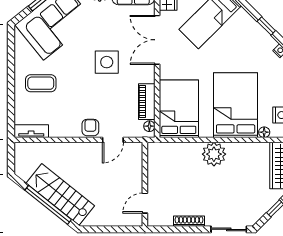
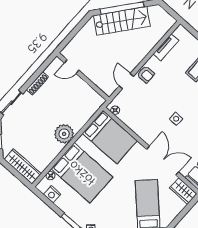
side table: (107, 62) -> (176, 119), width x0.54, depth x0.54
piano: (147, 102) -> (131, 122), removed
tv unit: (31, 131) -> (166, 47), moved
door: (145, 203) -> (72, 67), swing flipped

